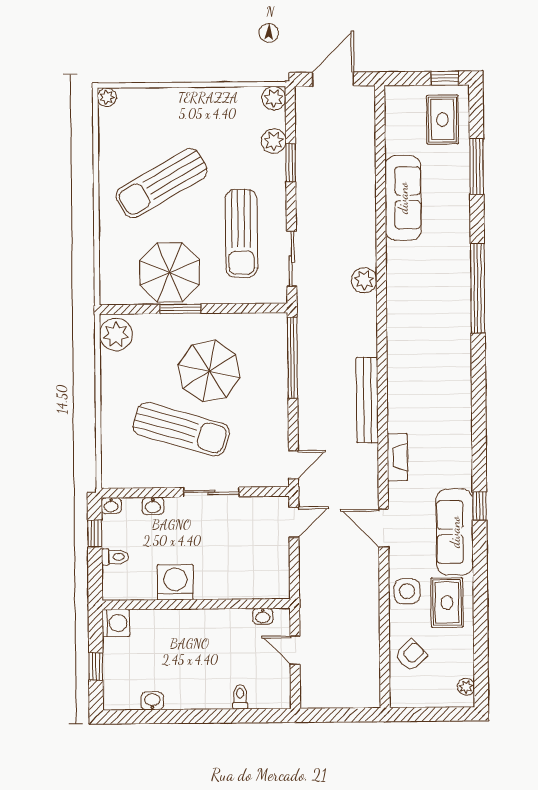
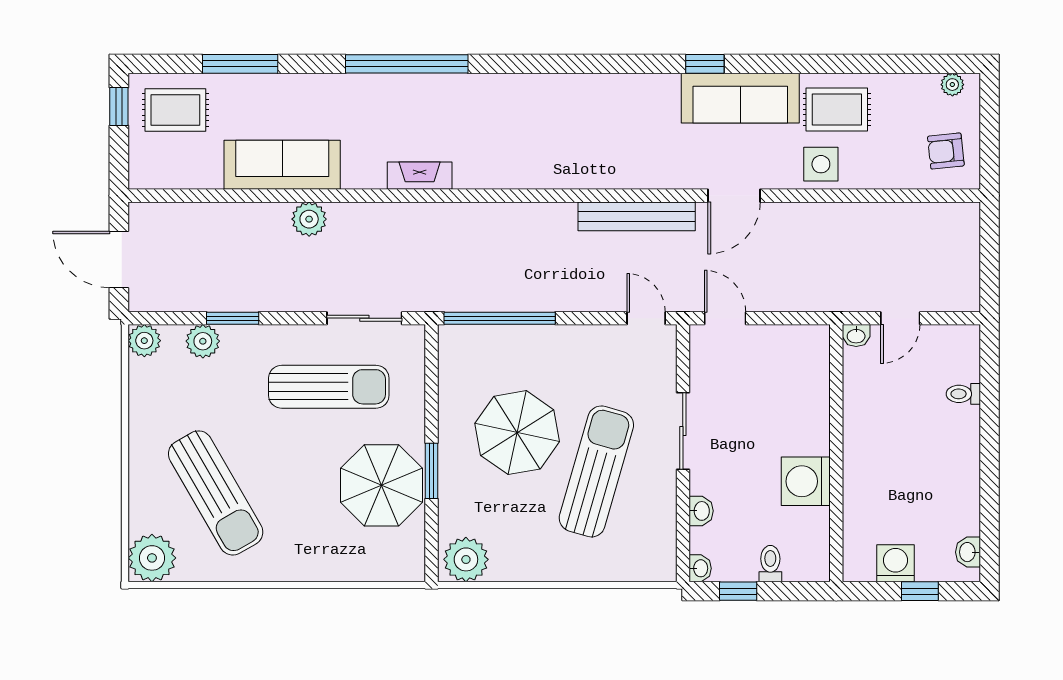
plant: (107, 97) -> (152, 558), width x1.88, depth x1.88
sun lounger: (162, 183) -> (216, 493), moved
plant: (364, 280) -> (309, 219), moved
bench: (367, 400) -> (637, 216), moved
fireplace: (397, 457) -> (420, 176), moved
washbasin: (263, 616) -> (856, 336), moved, turned 90
washing machine: (116, 623) -> (896, 563), moved
armchair: (411, 655) -> (946, 151), moved, turned -52
washbasin: (152, 701) -> (968, 552), moved

